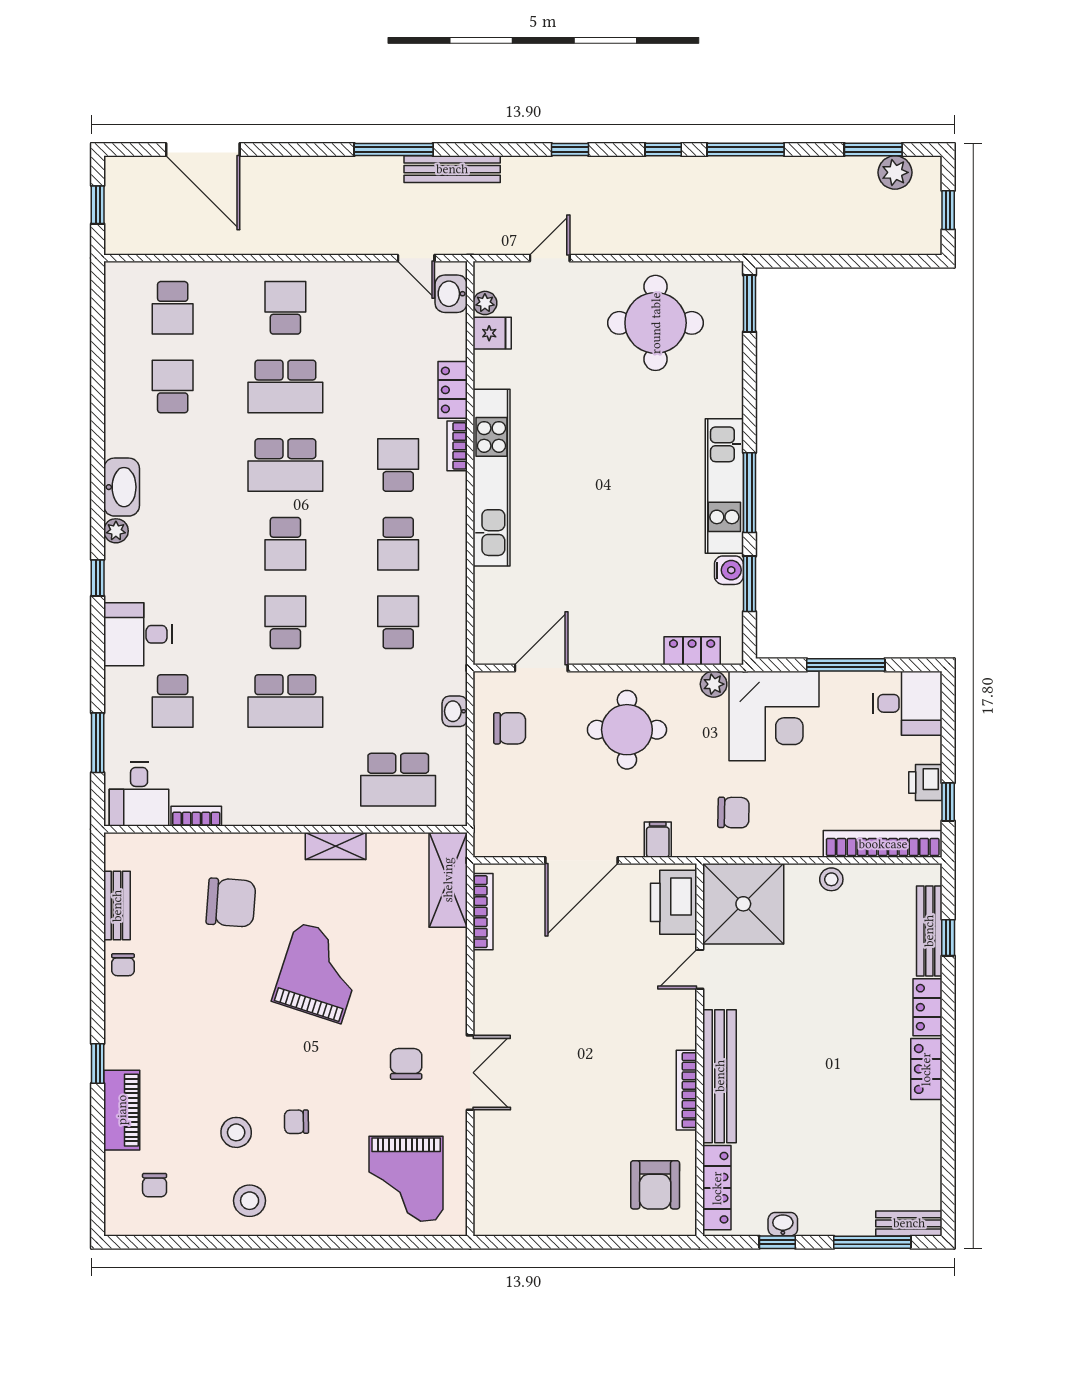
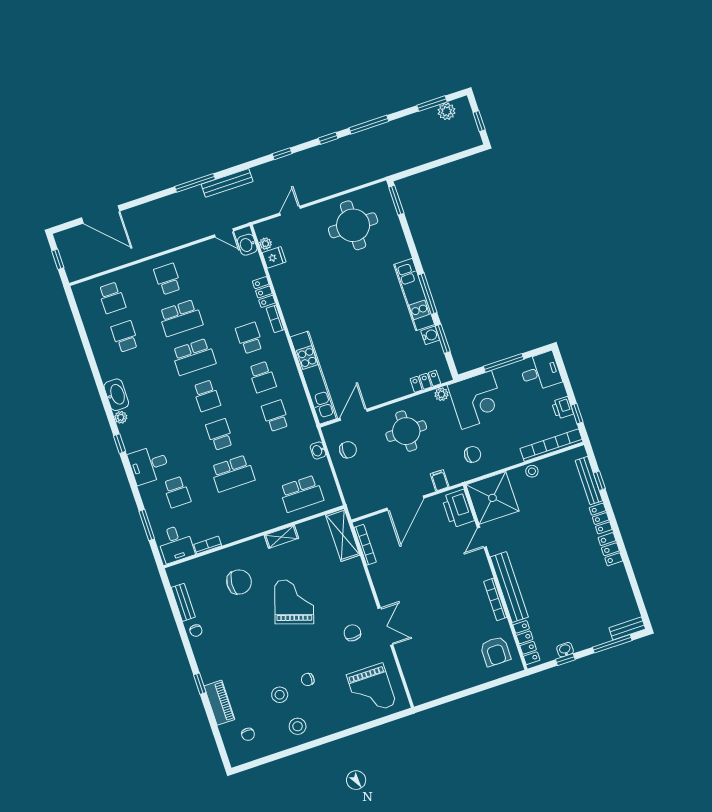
kitchen unit: (492, 478) -> (314, 378), moved

